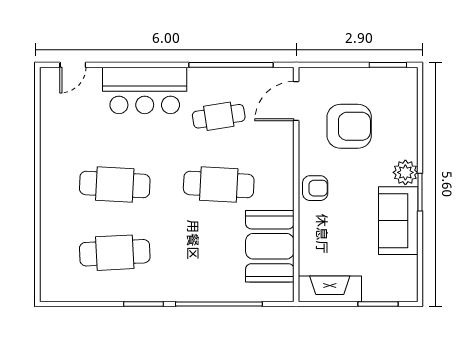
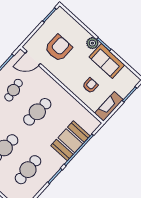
door: (296, 101) -> (33, 58), hinge flipped
armchair: (315, 188) -> (90, 85), moved
booth: (270, 246) -> (70, 141), moved, turned 90

